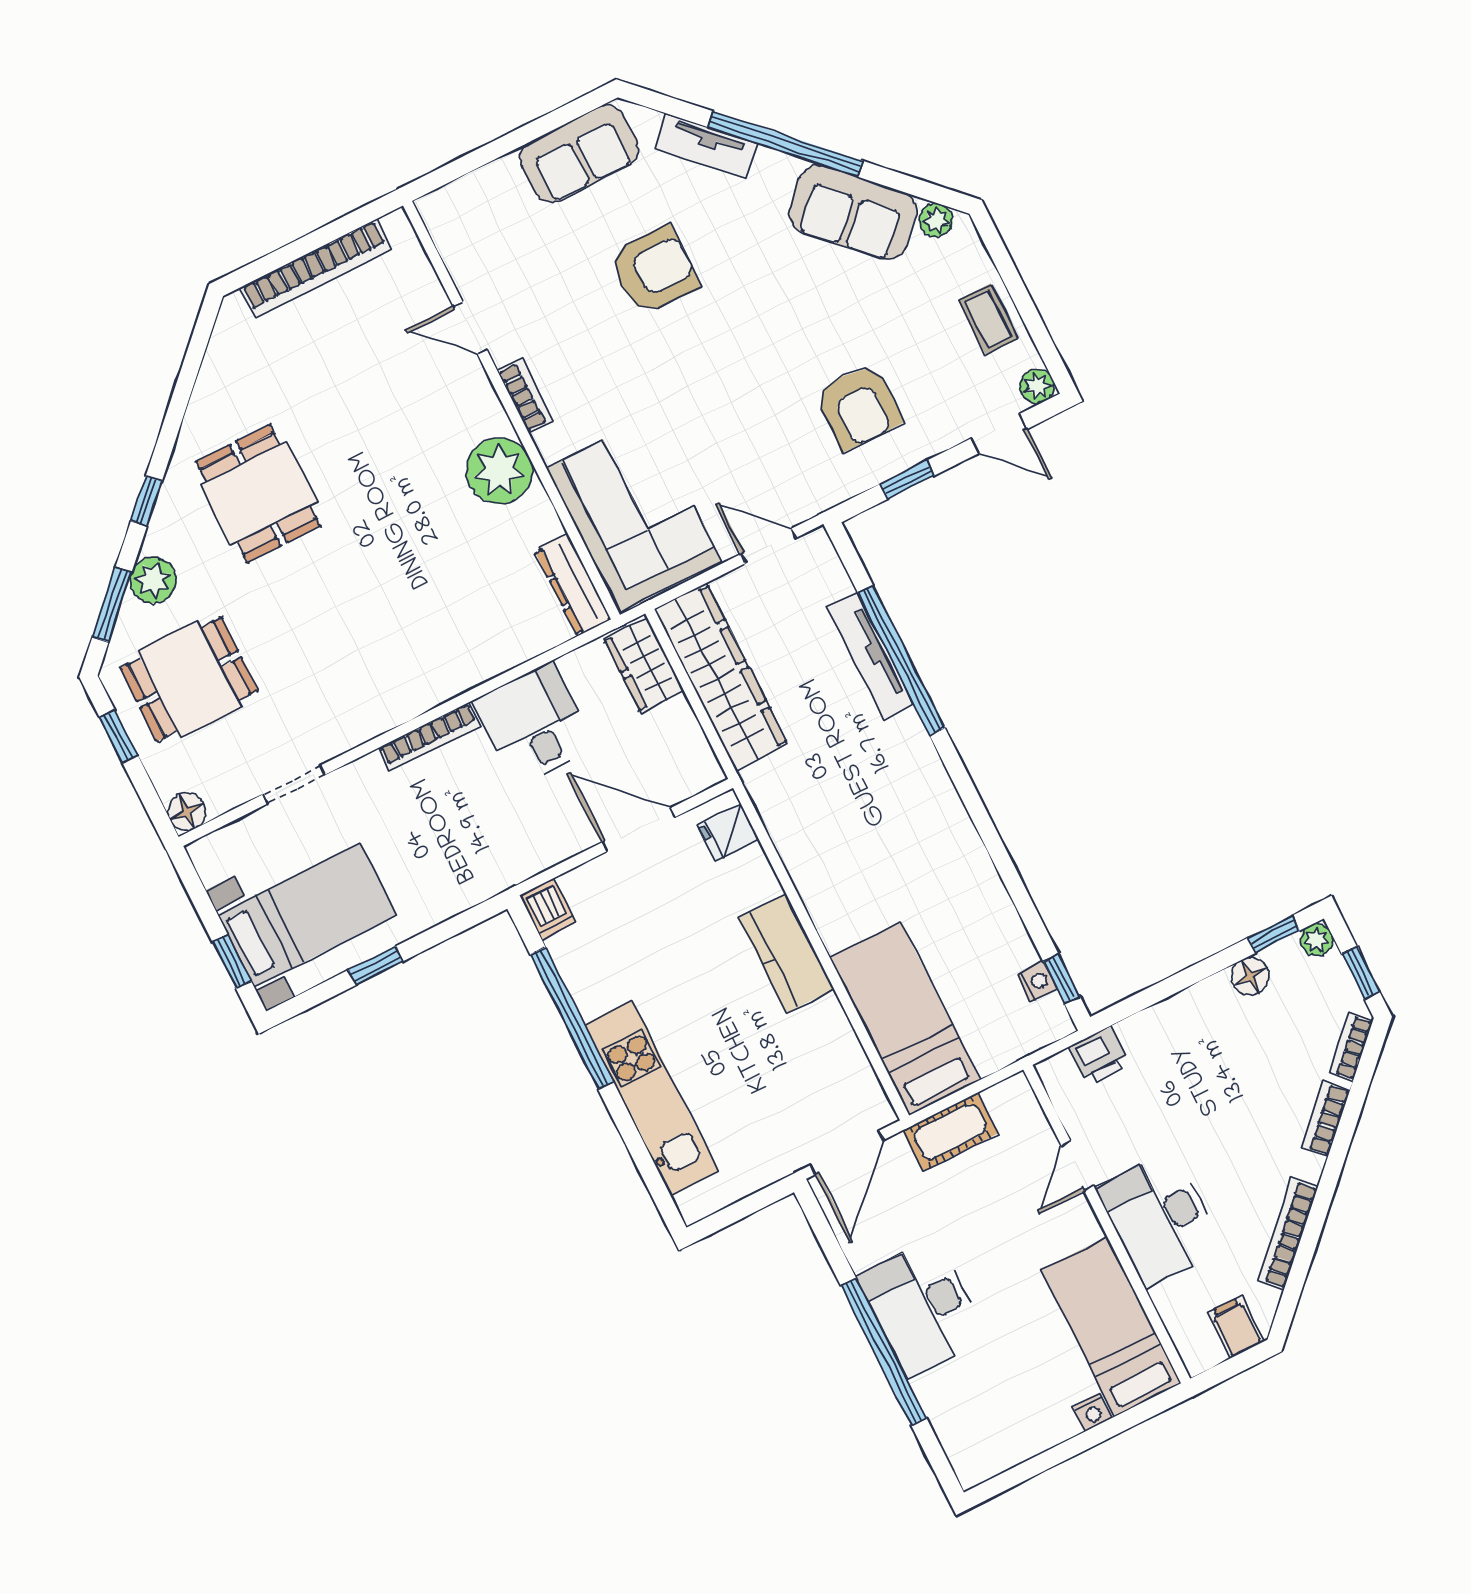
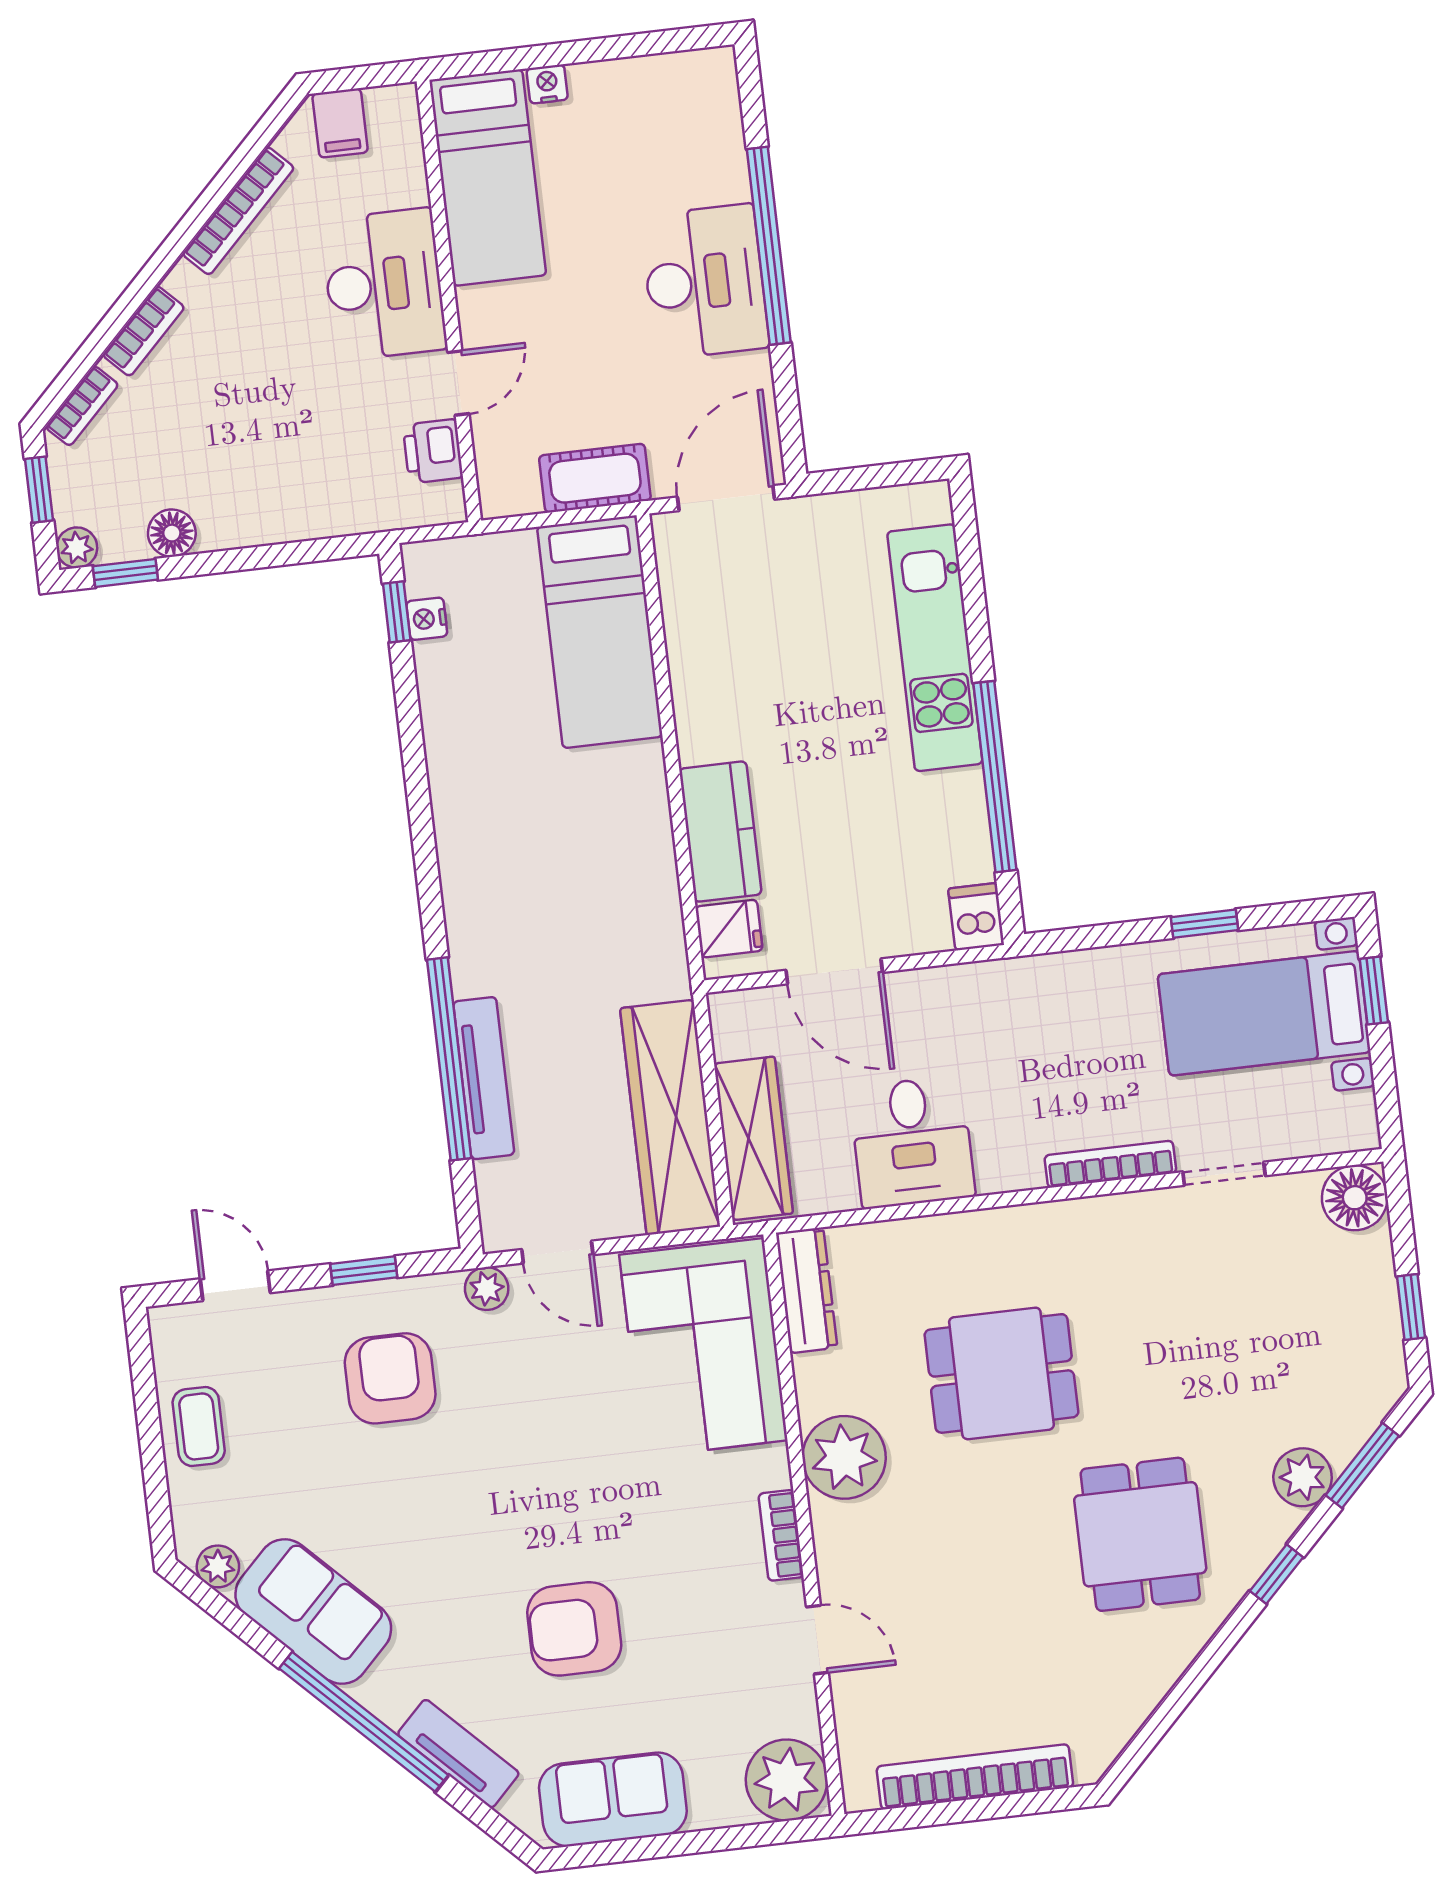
plant: (455, 215) -> (787, 1780), added
plant: (1037, 386) -> (487, 1289), moved
wardrobe: (644, 665) -> (753, 1138), width x1.50
dining table: (189, 679) -> (1001, 1373), moved
bookcase: (429, 737) -> (1110, 1164), moved
floor lamp: (187, 812) -> (1355, 1198), width x1.38, depth x1.38
kitchen counter: (786, 953) -> (720, 832), moved
printer: (1099, 1055) -> (433, 451), moved, turned -90

